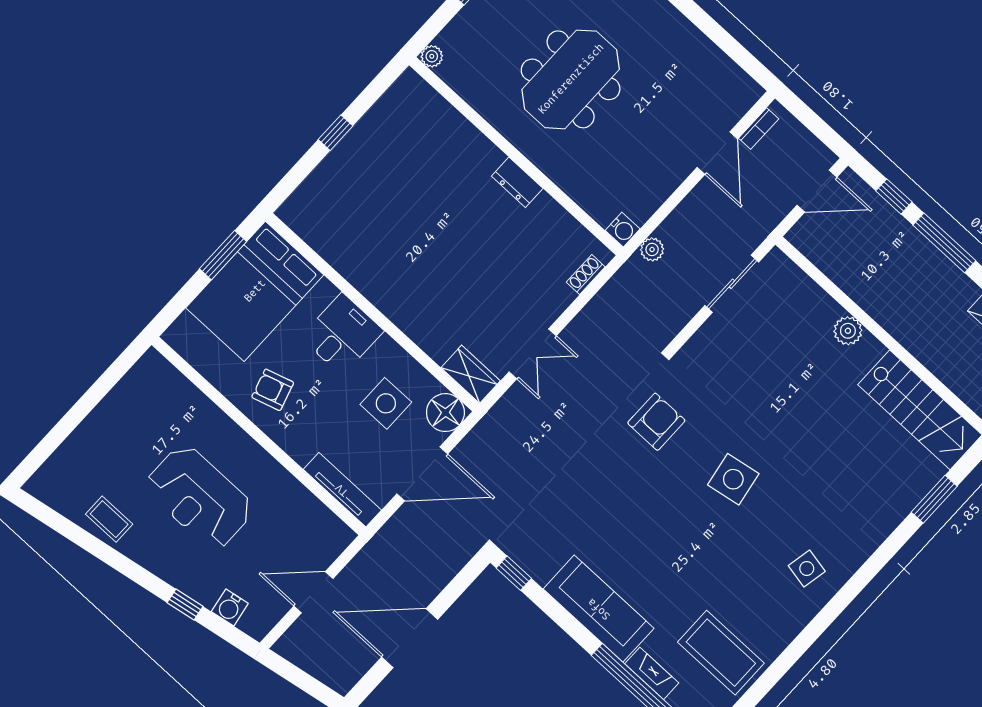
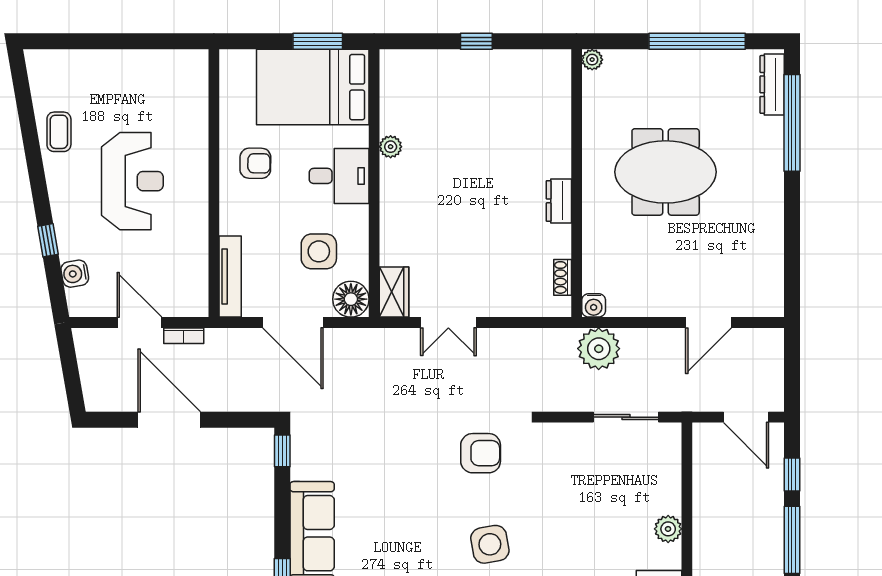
bookcase: (759, 128) -> (184, 336), moved
plant: (652, 249) -> (599, 349), width x1.88, depth x1.88
plant: (356, 274) -> (391, 147), added
shoe rack: (586, 274) -> (563, 277), moved, turned -90
armchair: (273, 390) -> (255, 163), turned 108
reception desk: (199, 497) -> (132, 181), turned 180

